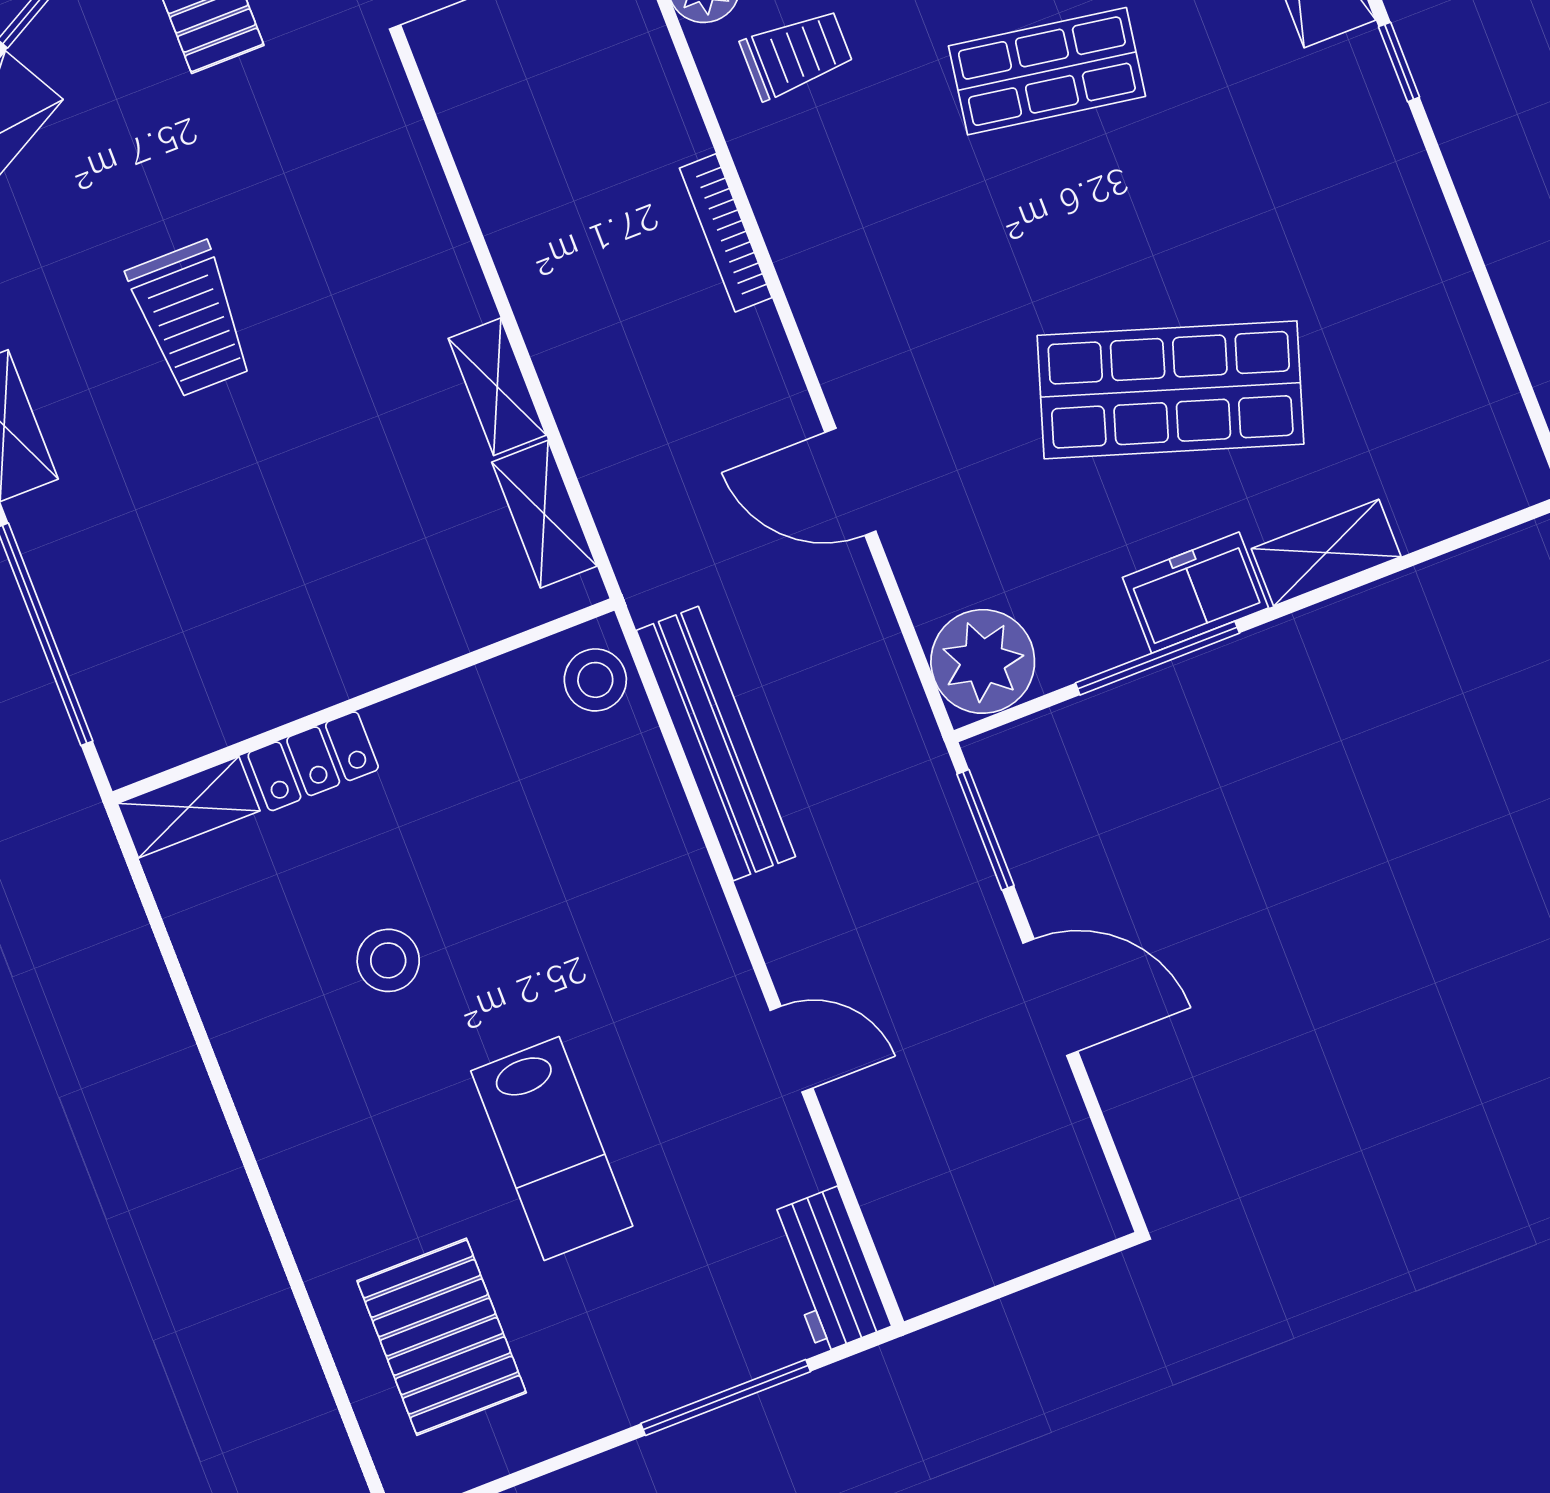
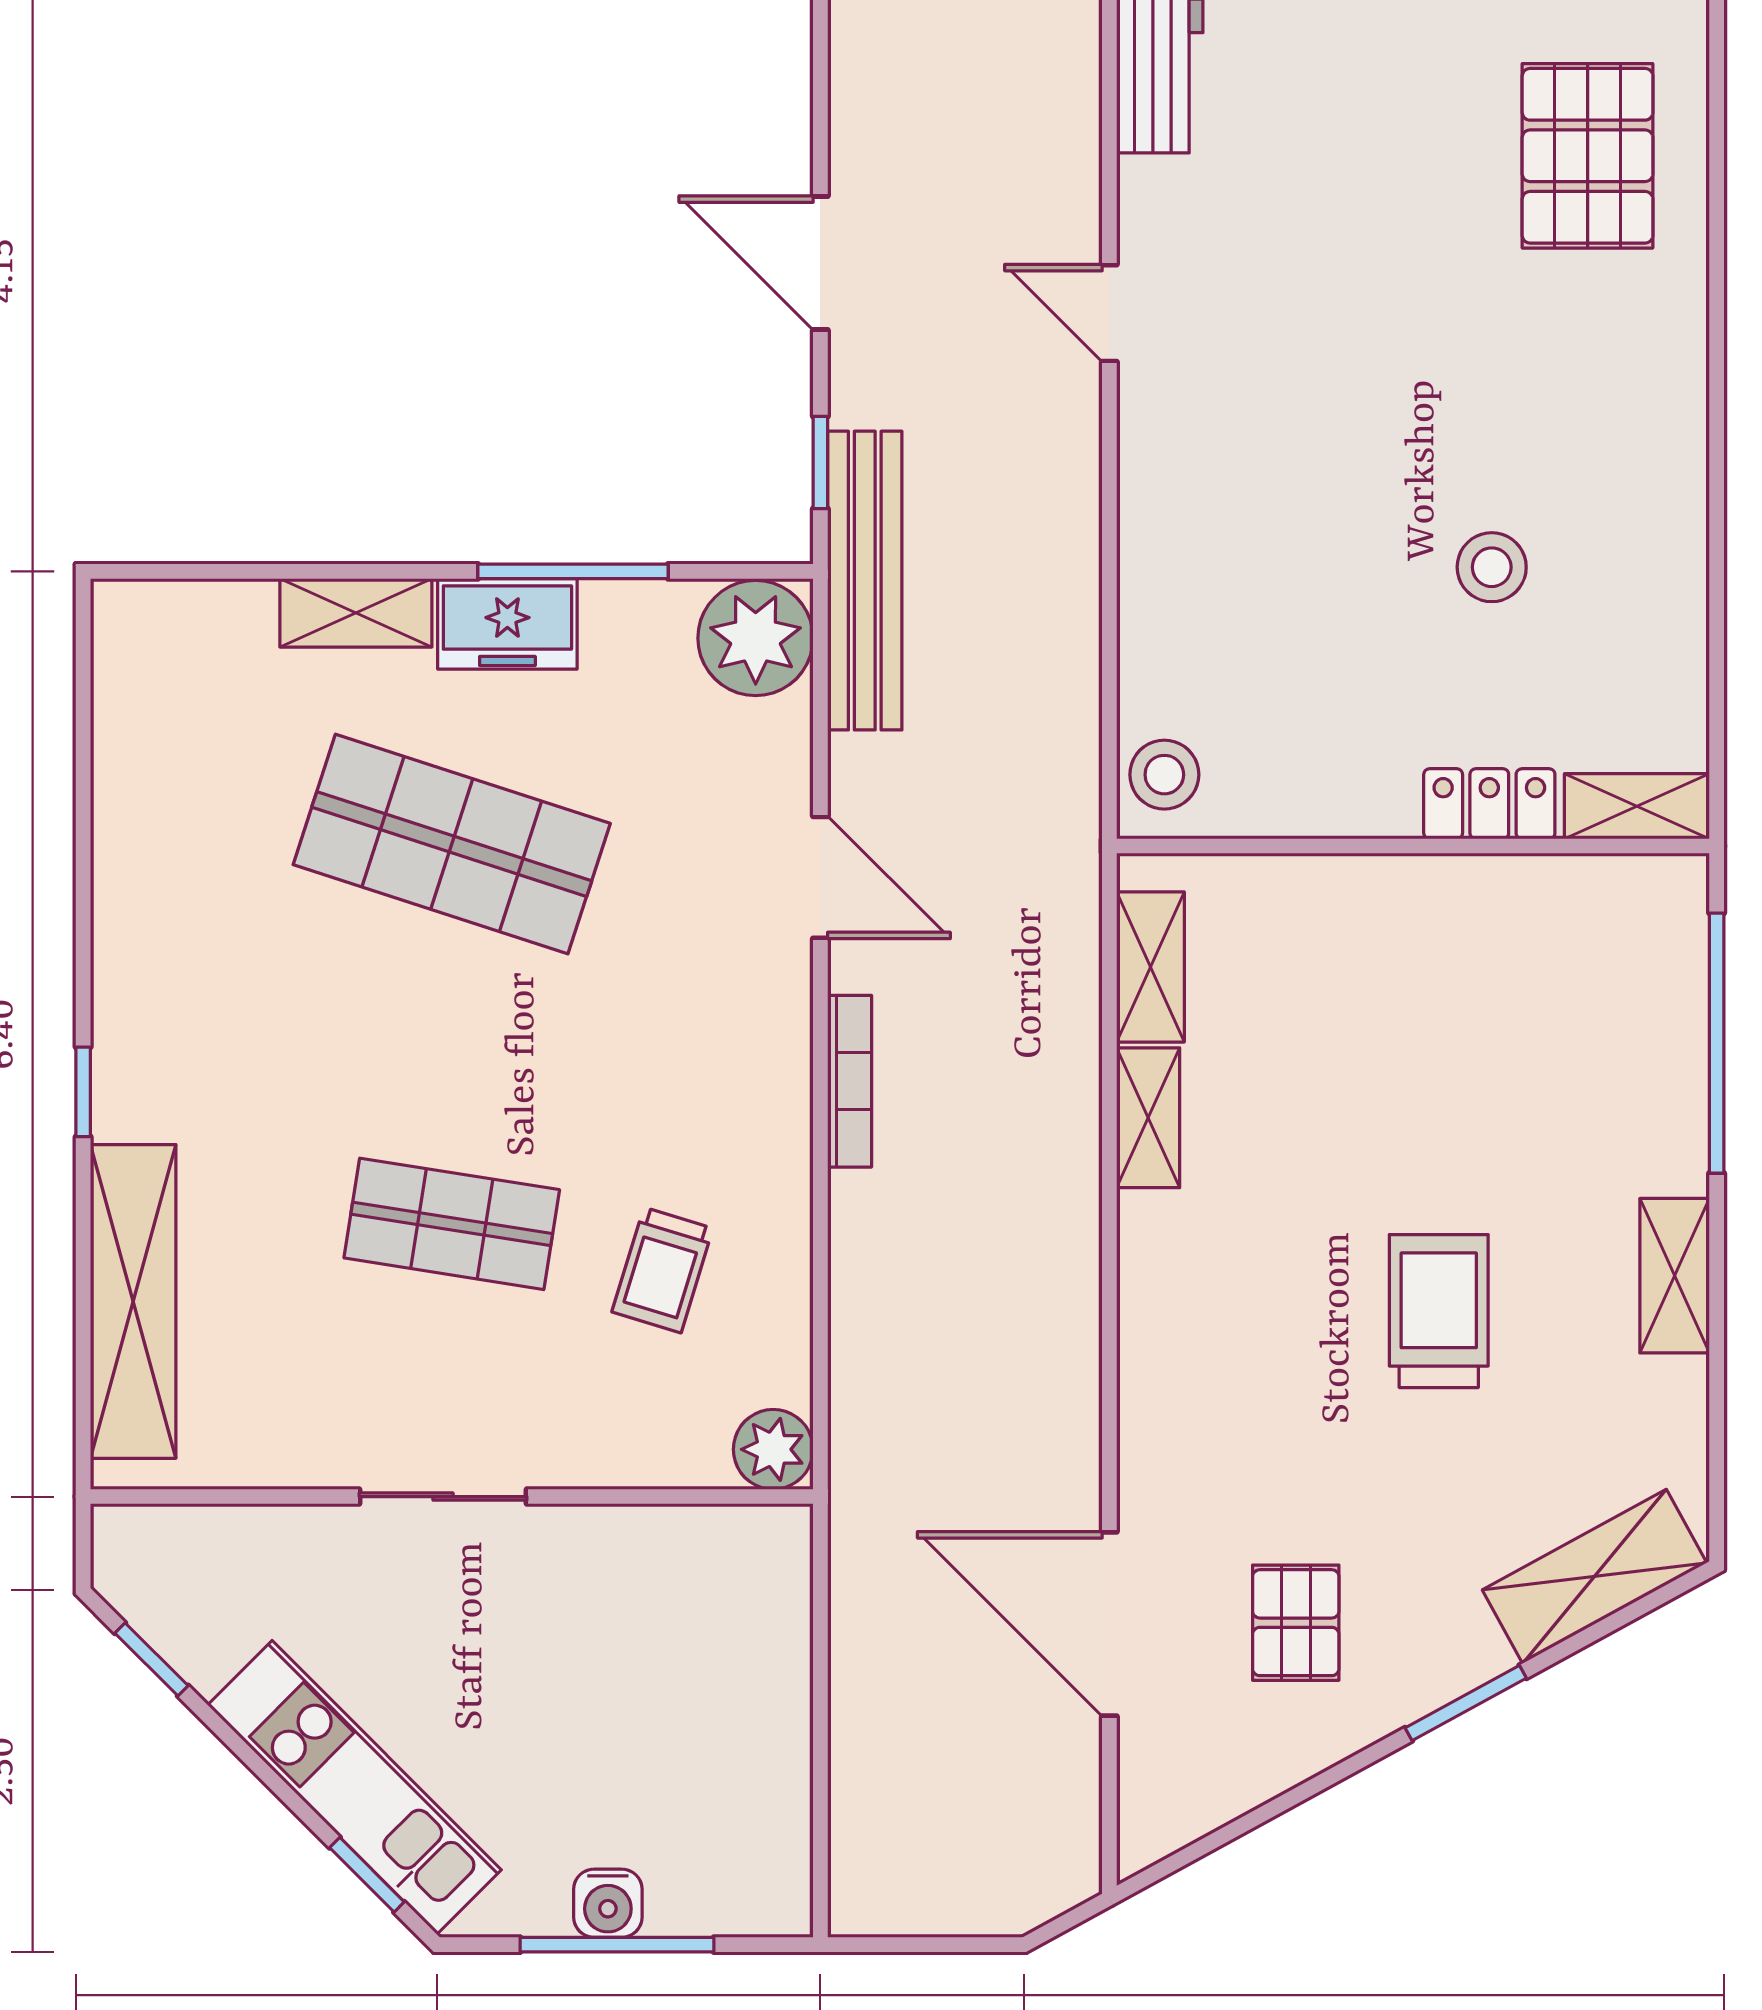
trolley: (797, 54) -> (662, 1270), moved, turned -73
bookcase: (726, 233) -> (850, 1081), moved
bench: (716, 744) -> (865, 581), moved
window: (985, 830) -> (820, 462), width x0.67
lab bench: (552, 1149) -> (1398, 307), removed

